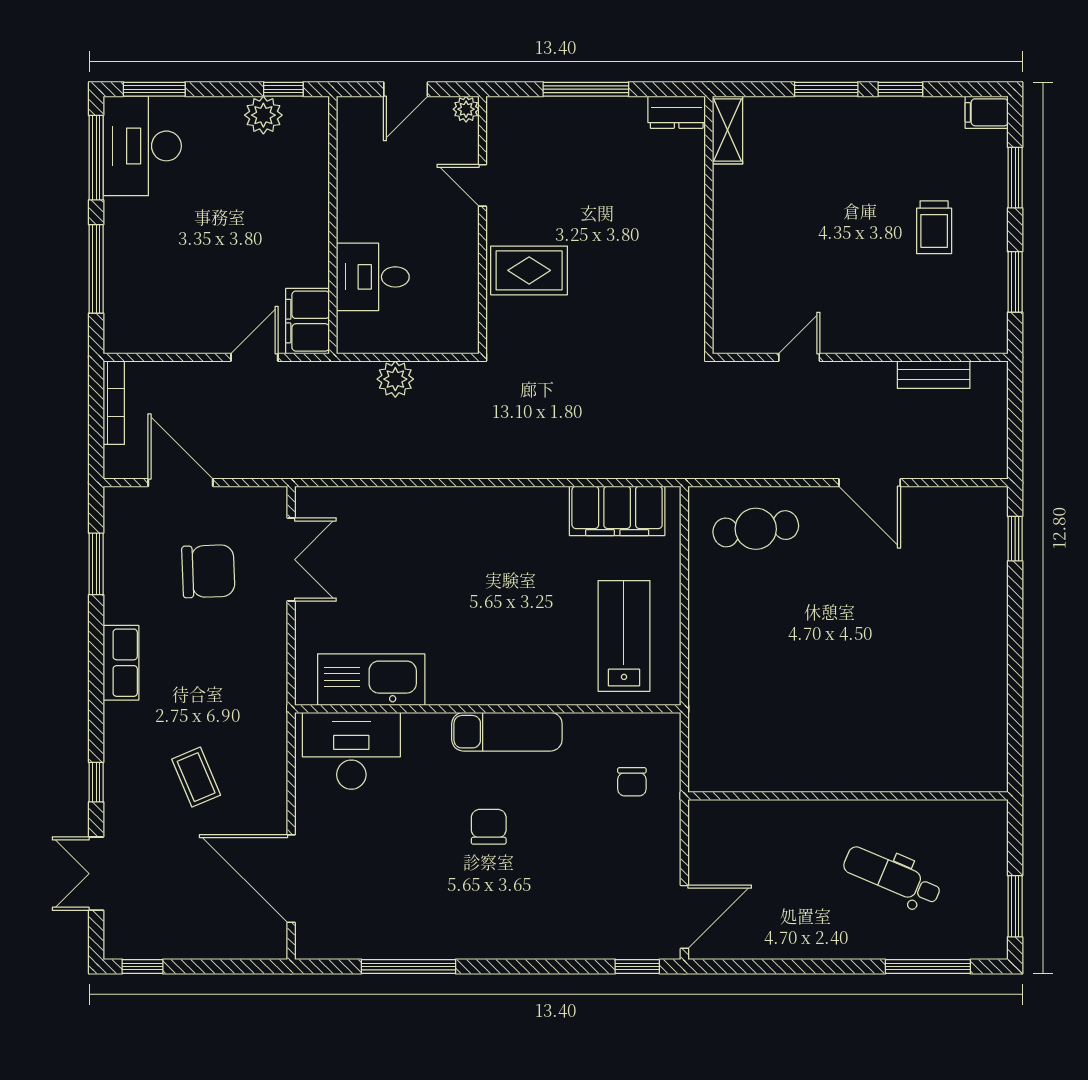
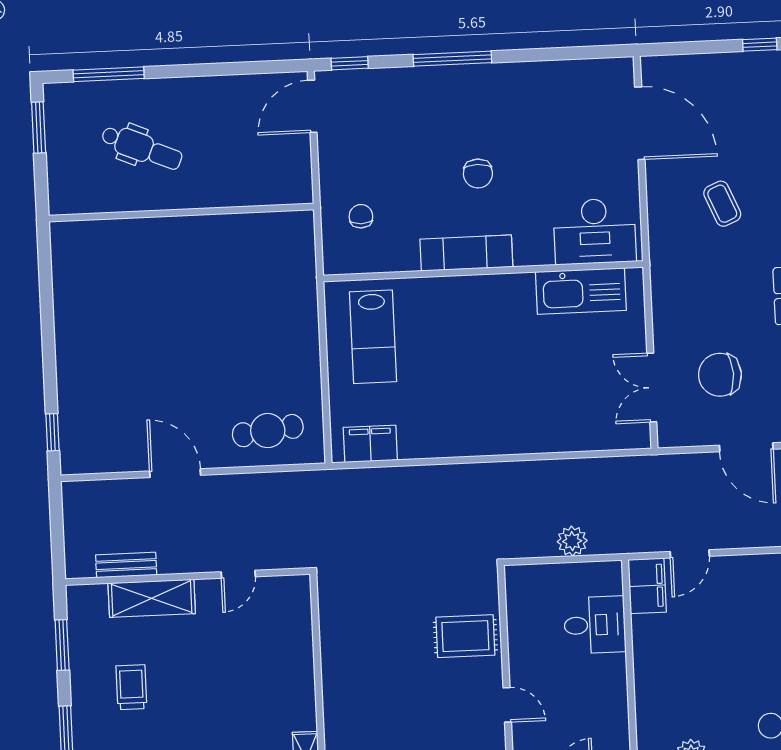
shelving: (905, 333) -> (152, 598), added
filing cabinet: (617, 511) -> (370, 444), width x0.67, depth x0.86
window: (409, 966) -> (452, 59), moved

